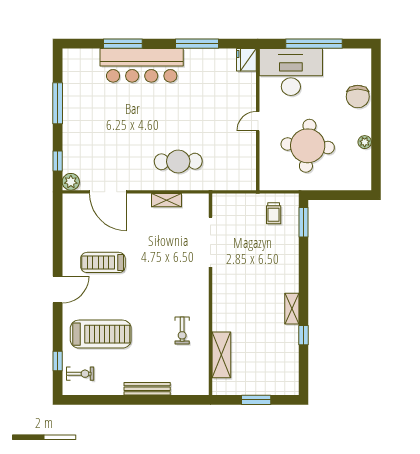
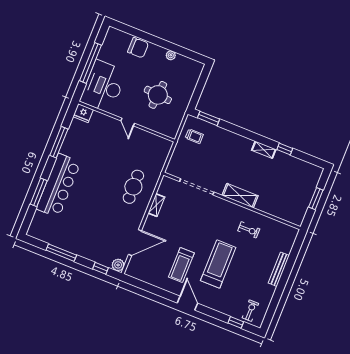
round table: (308, 146) -> (158, 95), width x0.73, depth x0.73
treadmill: (101, 334) -> (218, 264), moved
shelving: (221, 355) -> (240, 196), moved

